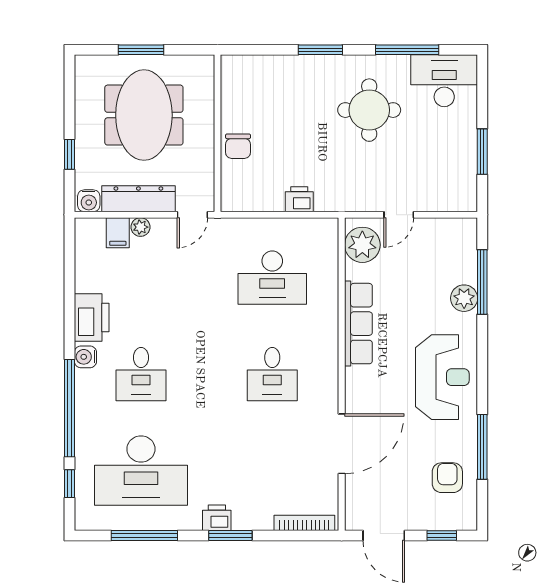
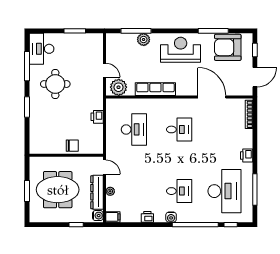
filing cabinet: (118, 233) -> (113, 217), moved
printer: (92, 317) -> (147, 217), width x0.53, depth x0.68
armchair: (447, 478) -> (228, 47), width x1.88, depth x1.88
window: (230, 535) -> (255, 149), removed

